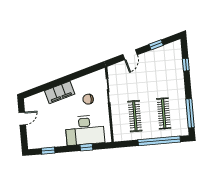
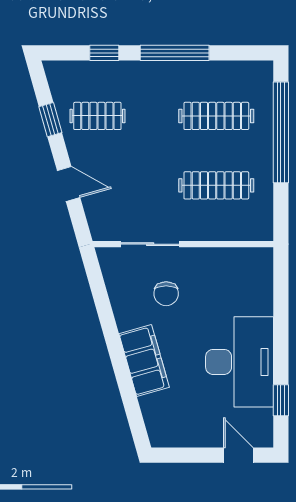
clothes rail: (159, 64) -> (97, 116), added
window: (190, 113) -> (175, 53), moved
door: (22, 119) -> (238, 455), moved
desk: (85, 130) -> (240, 362), moved
window: (86, 147) -> (281, 308), removed

